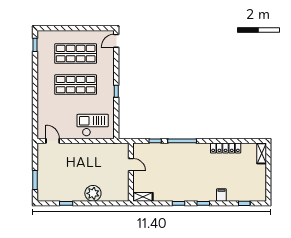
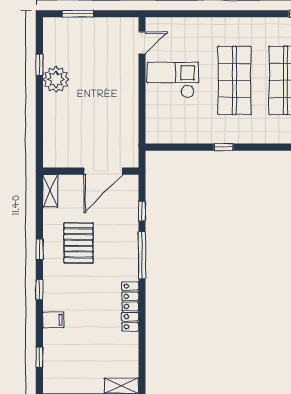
checkout: (93, 125) -> (173, 80), moved, turned -90
locker: (226, 148) -> (130, 306), moved
door: (131, 165) -> (103, 171), width x1.87
pallet: (175, 180) -> (79, 243), added
plant: (93, 193) -> (56, 79), moved

